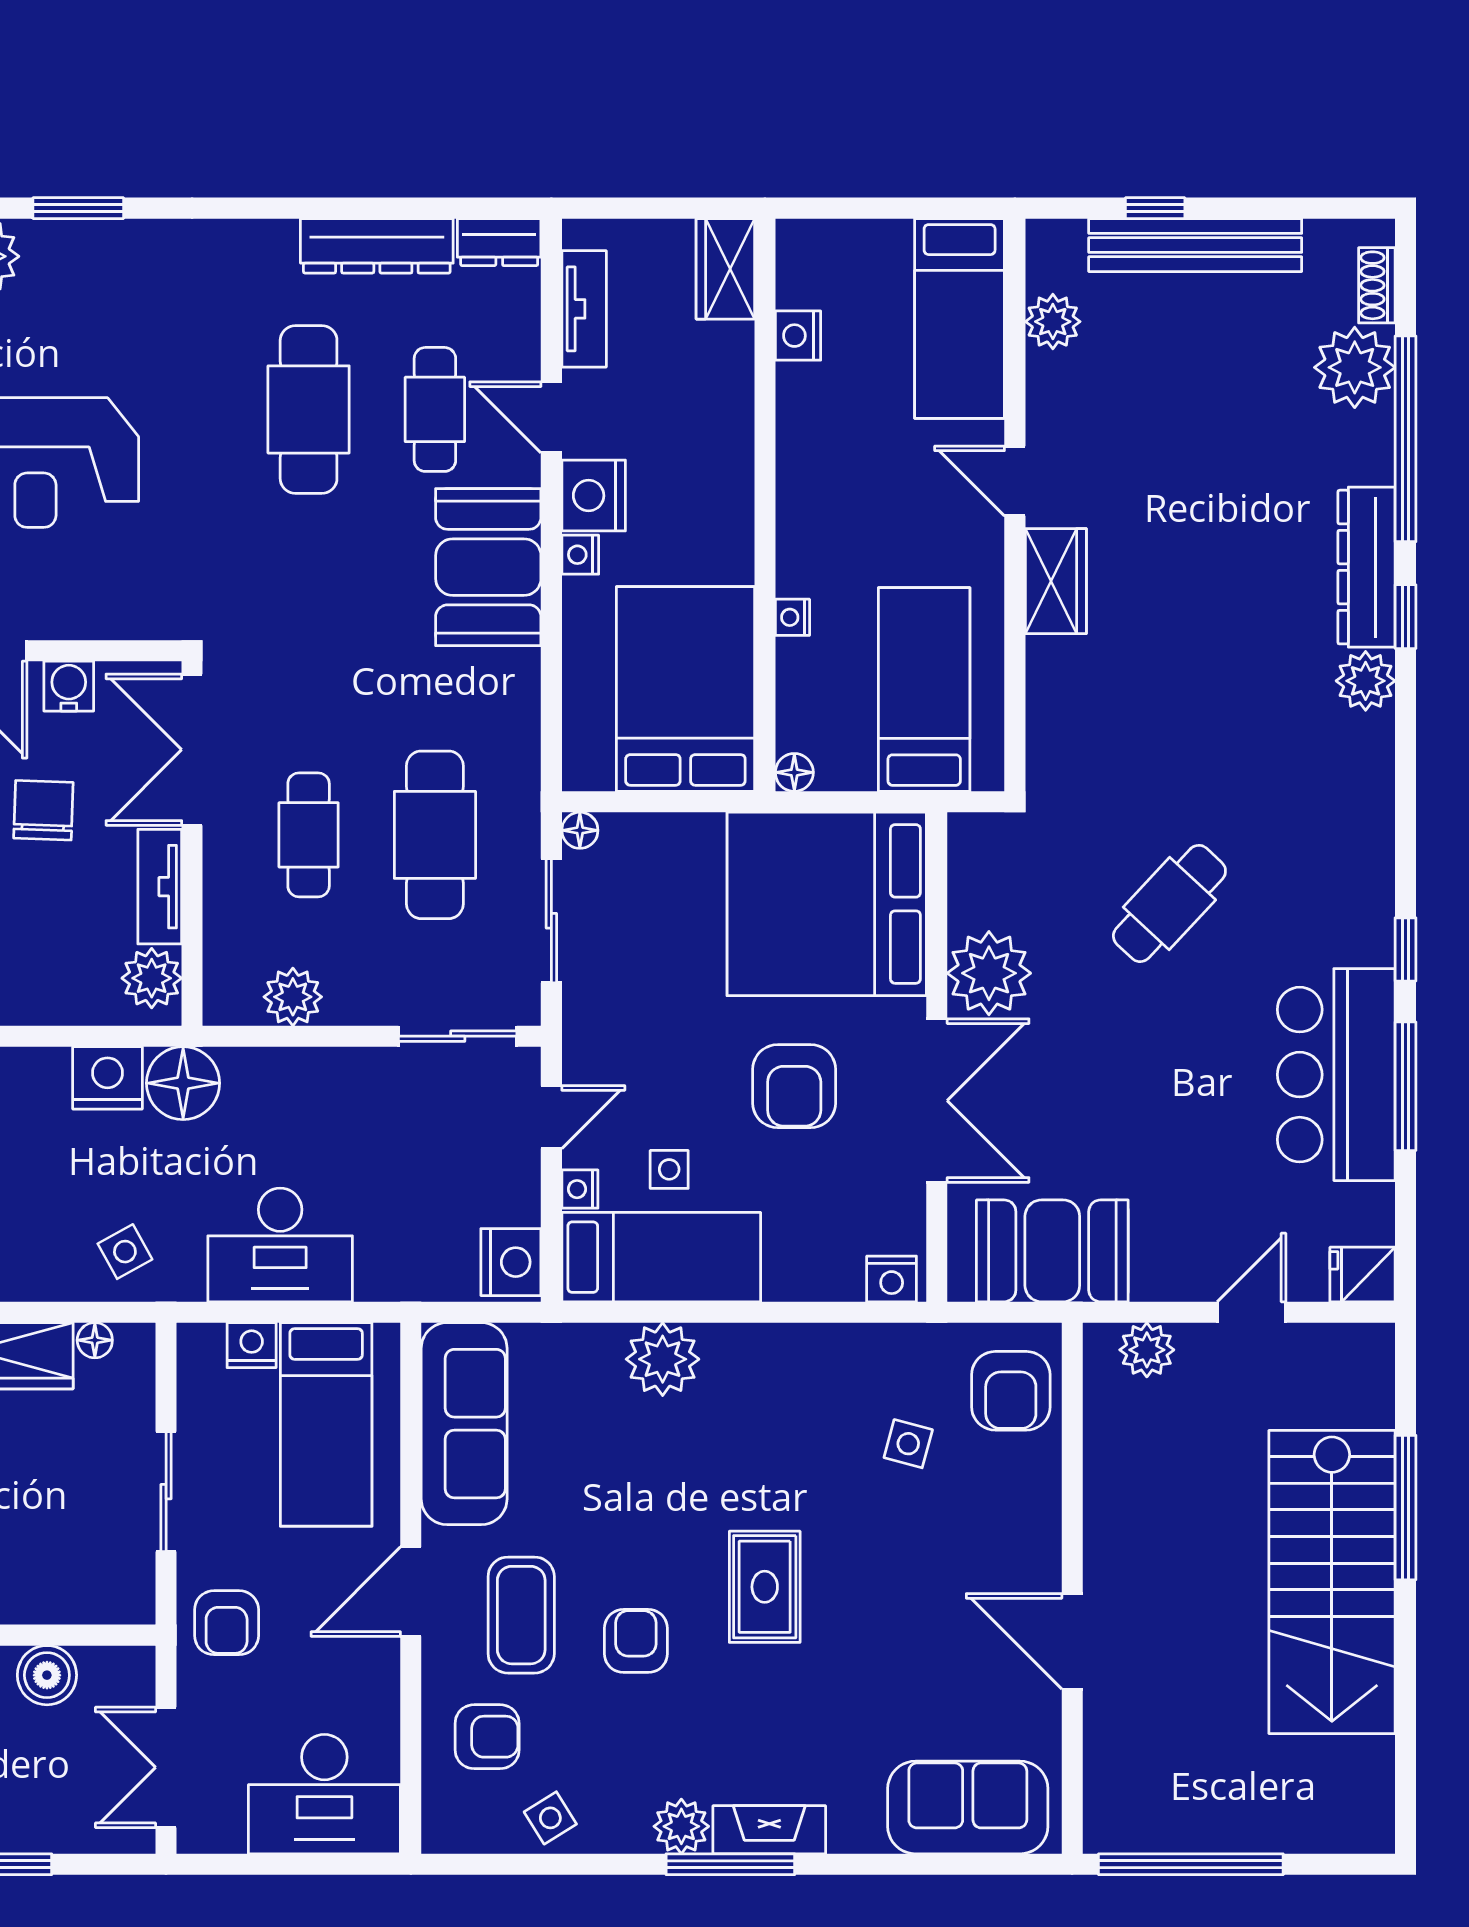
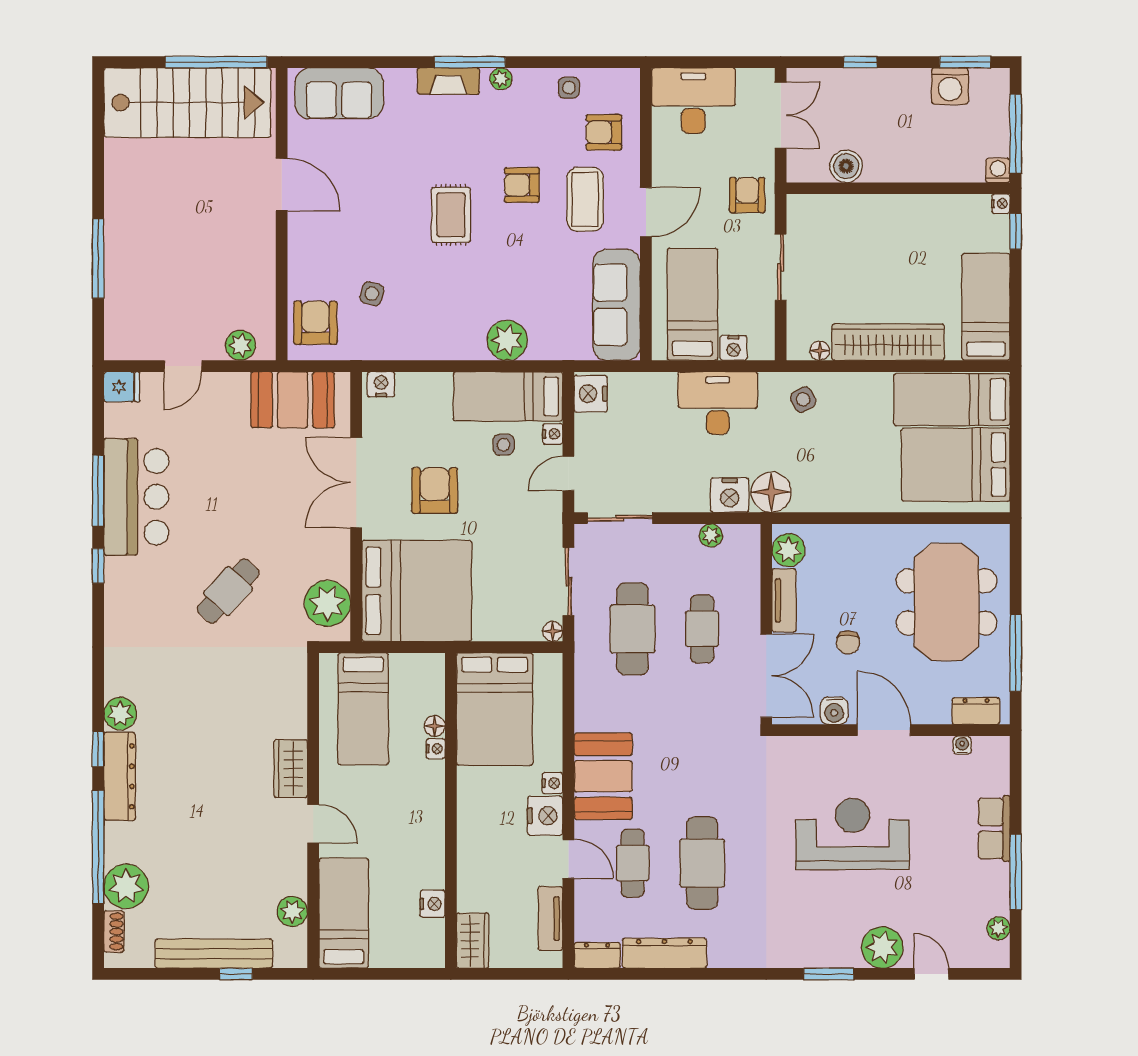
floor lamp: (794, 772) -> (435, 726), moved
chair: (43, 810) -> (848, 642), width x0.73, depth x0.73
plant: (989, 973) -> (327, 603), moved
plant: (293, 997) -> (711, 535), width x0.73, depth x0.73
nightstand: (108, 1078) -> (730, 495), moved
stairs: (1332, 1582) -> (187, 103), moved, turned 90
armchair: (636, 1641) -> (522, 185), turned 90
side table: (550, 1818) -> (569, 88), turned 32
plant: (681, 1826) -> (501, 79), width x0.73, depth x0.73

